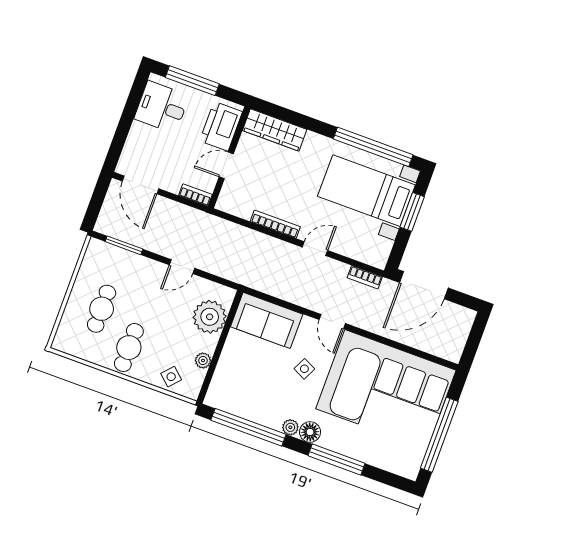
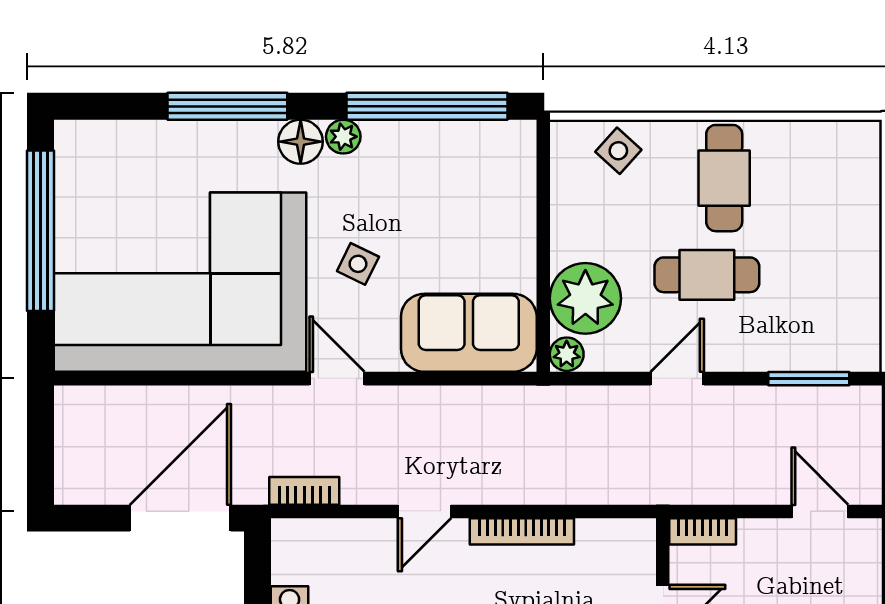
door: (140, 185) -> (820, 511), width x0.73
cafe table: (102, 309) -> (707, 275), moved, turned 90
plant: (203, 361) -> (567, 354), moved

